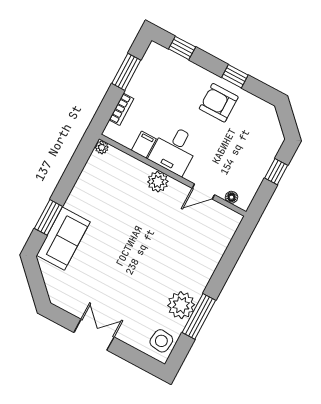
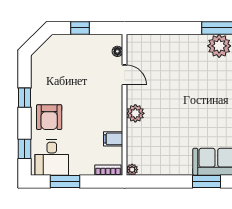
armchair: (219, 103) -> (49, 117), moved
bookcase: (121, 109) -> (108, 170), moved
desk: (174, 150) -> (52, 157), moved, turned 90

